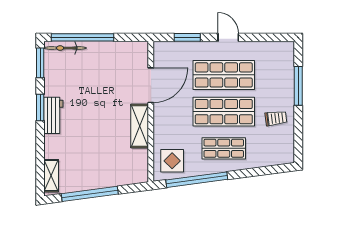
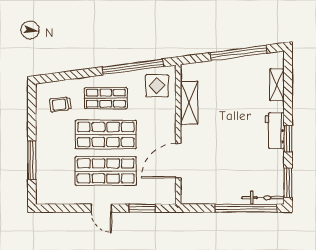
trolley: (276, 118) -> (60, 104), moved
shelving: (140, 126) -> (189, 103), moved
shelving: (51, 176) -> (277, 85), moved

